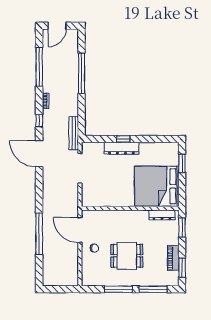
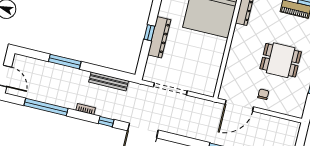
window: (81, 73) -> (65, 62), width x0.68
bench: (74, 133) -> (109, 81), moved
dining table: (127, 256) -> (281, 60), turned 90

